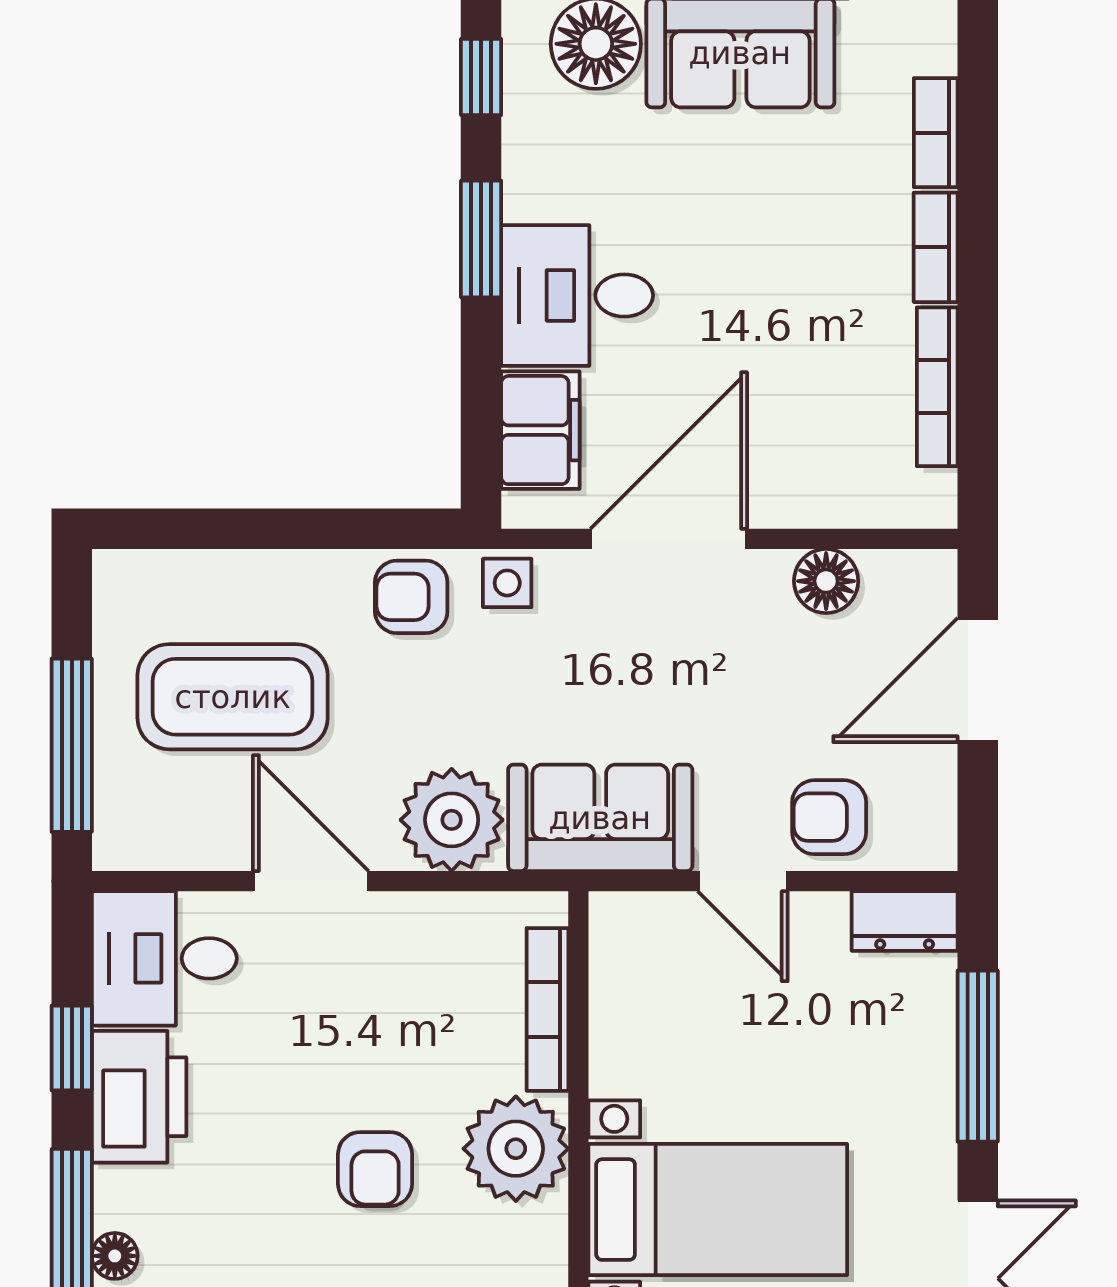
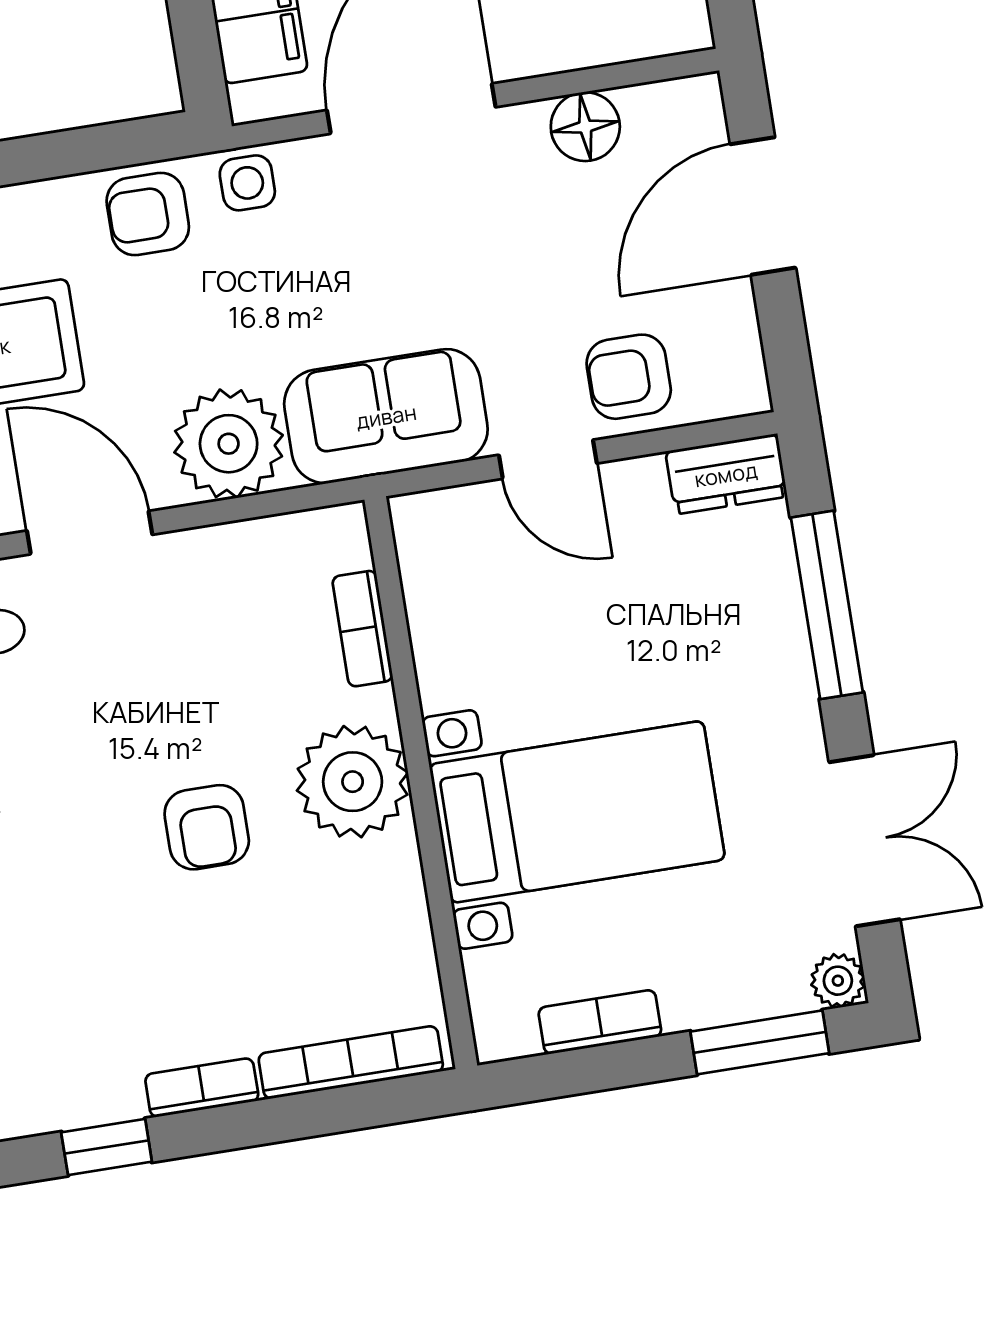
bookcase: (547, 1009) -> (362, 629), width x0.64

